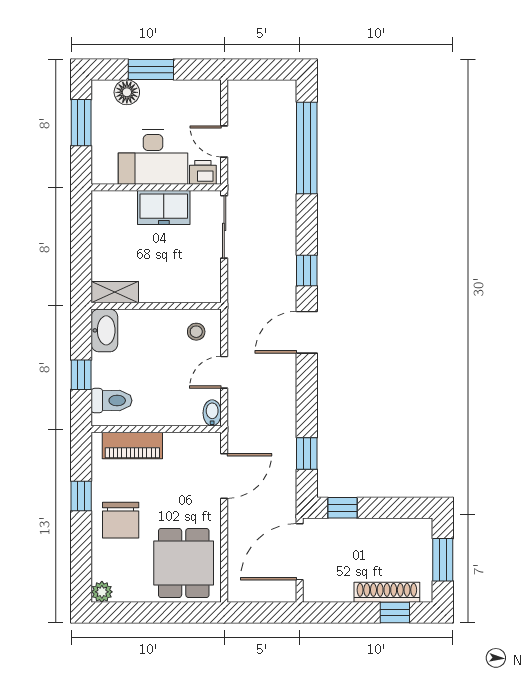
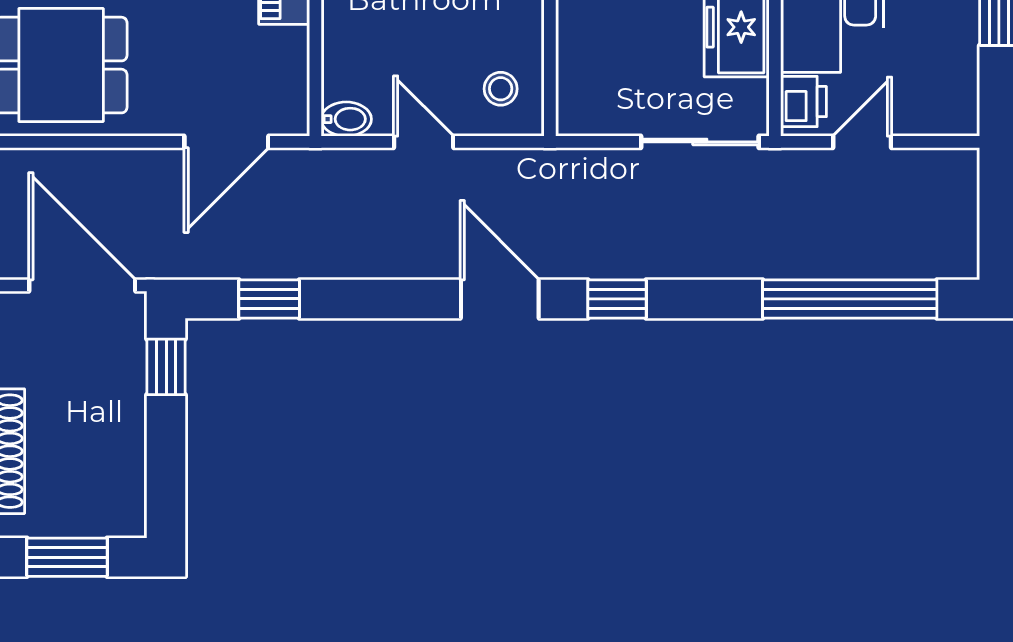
door: (224, 476) -> (226, 142), hinge flipped

